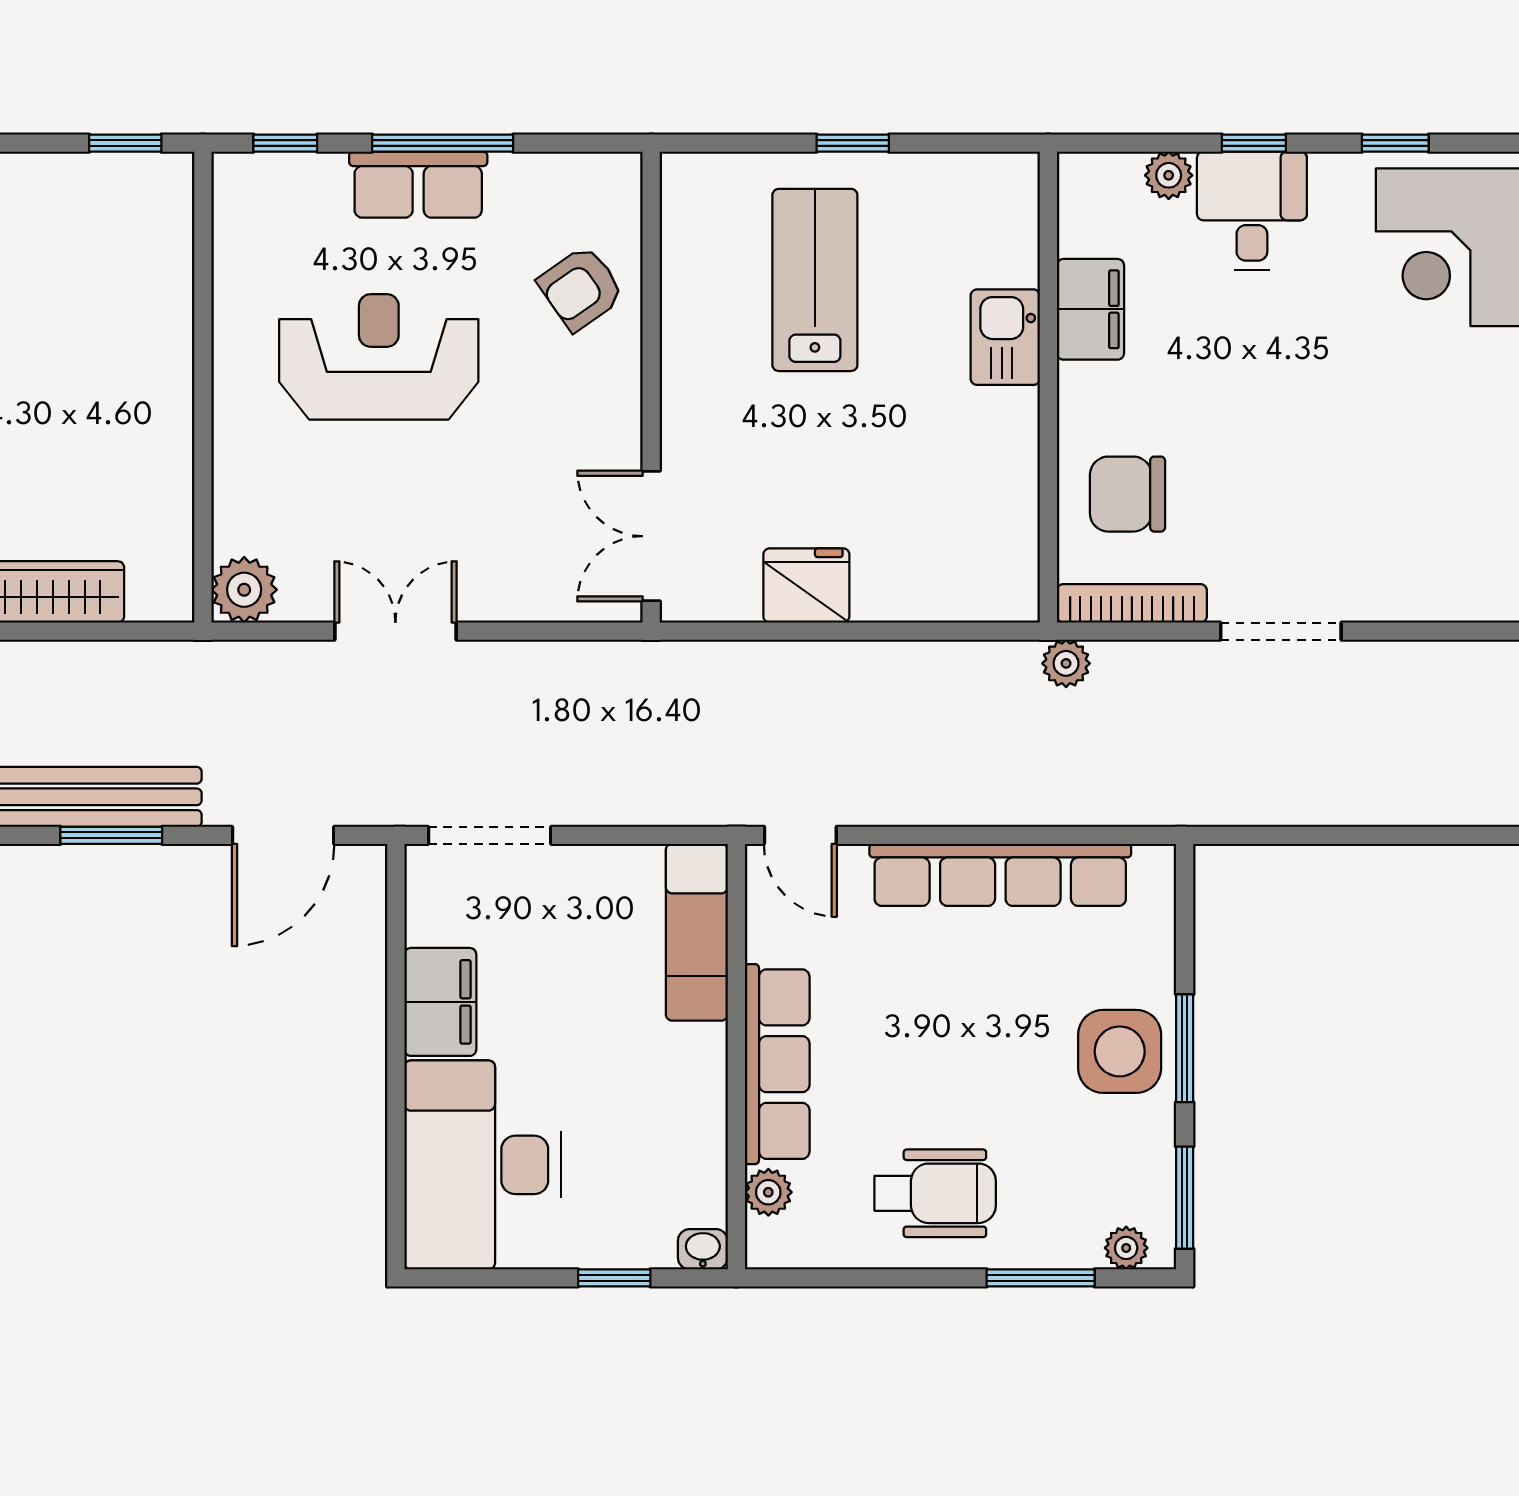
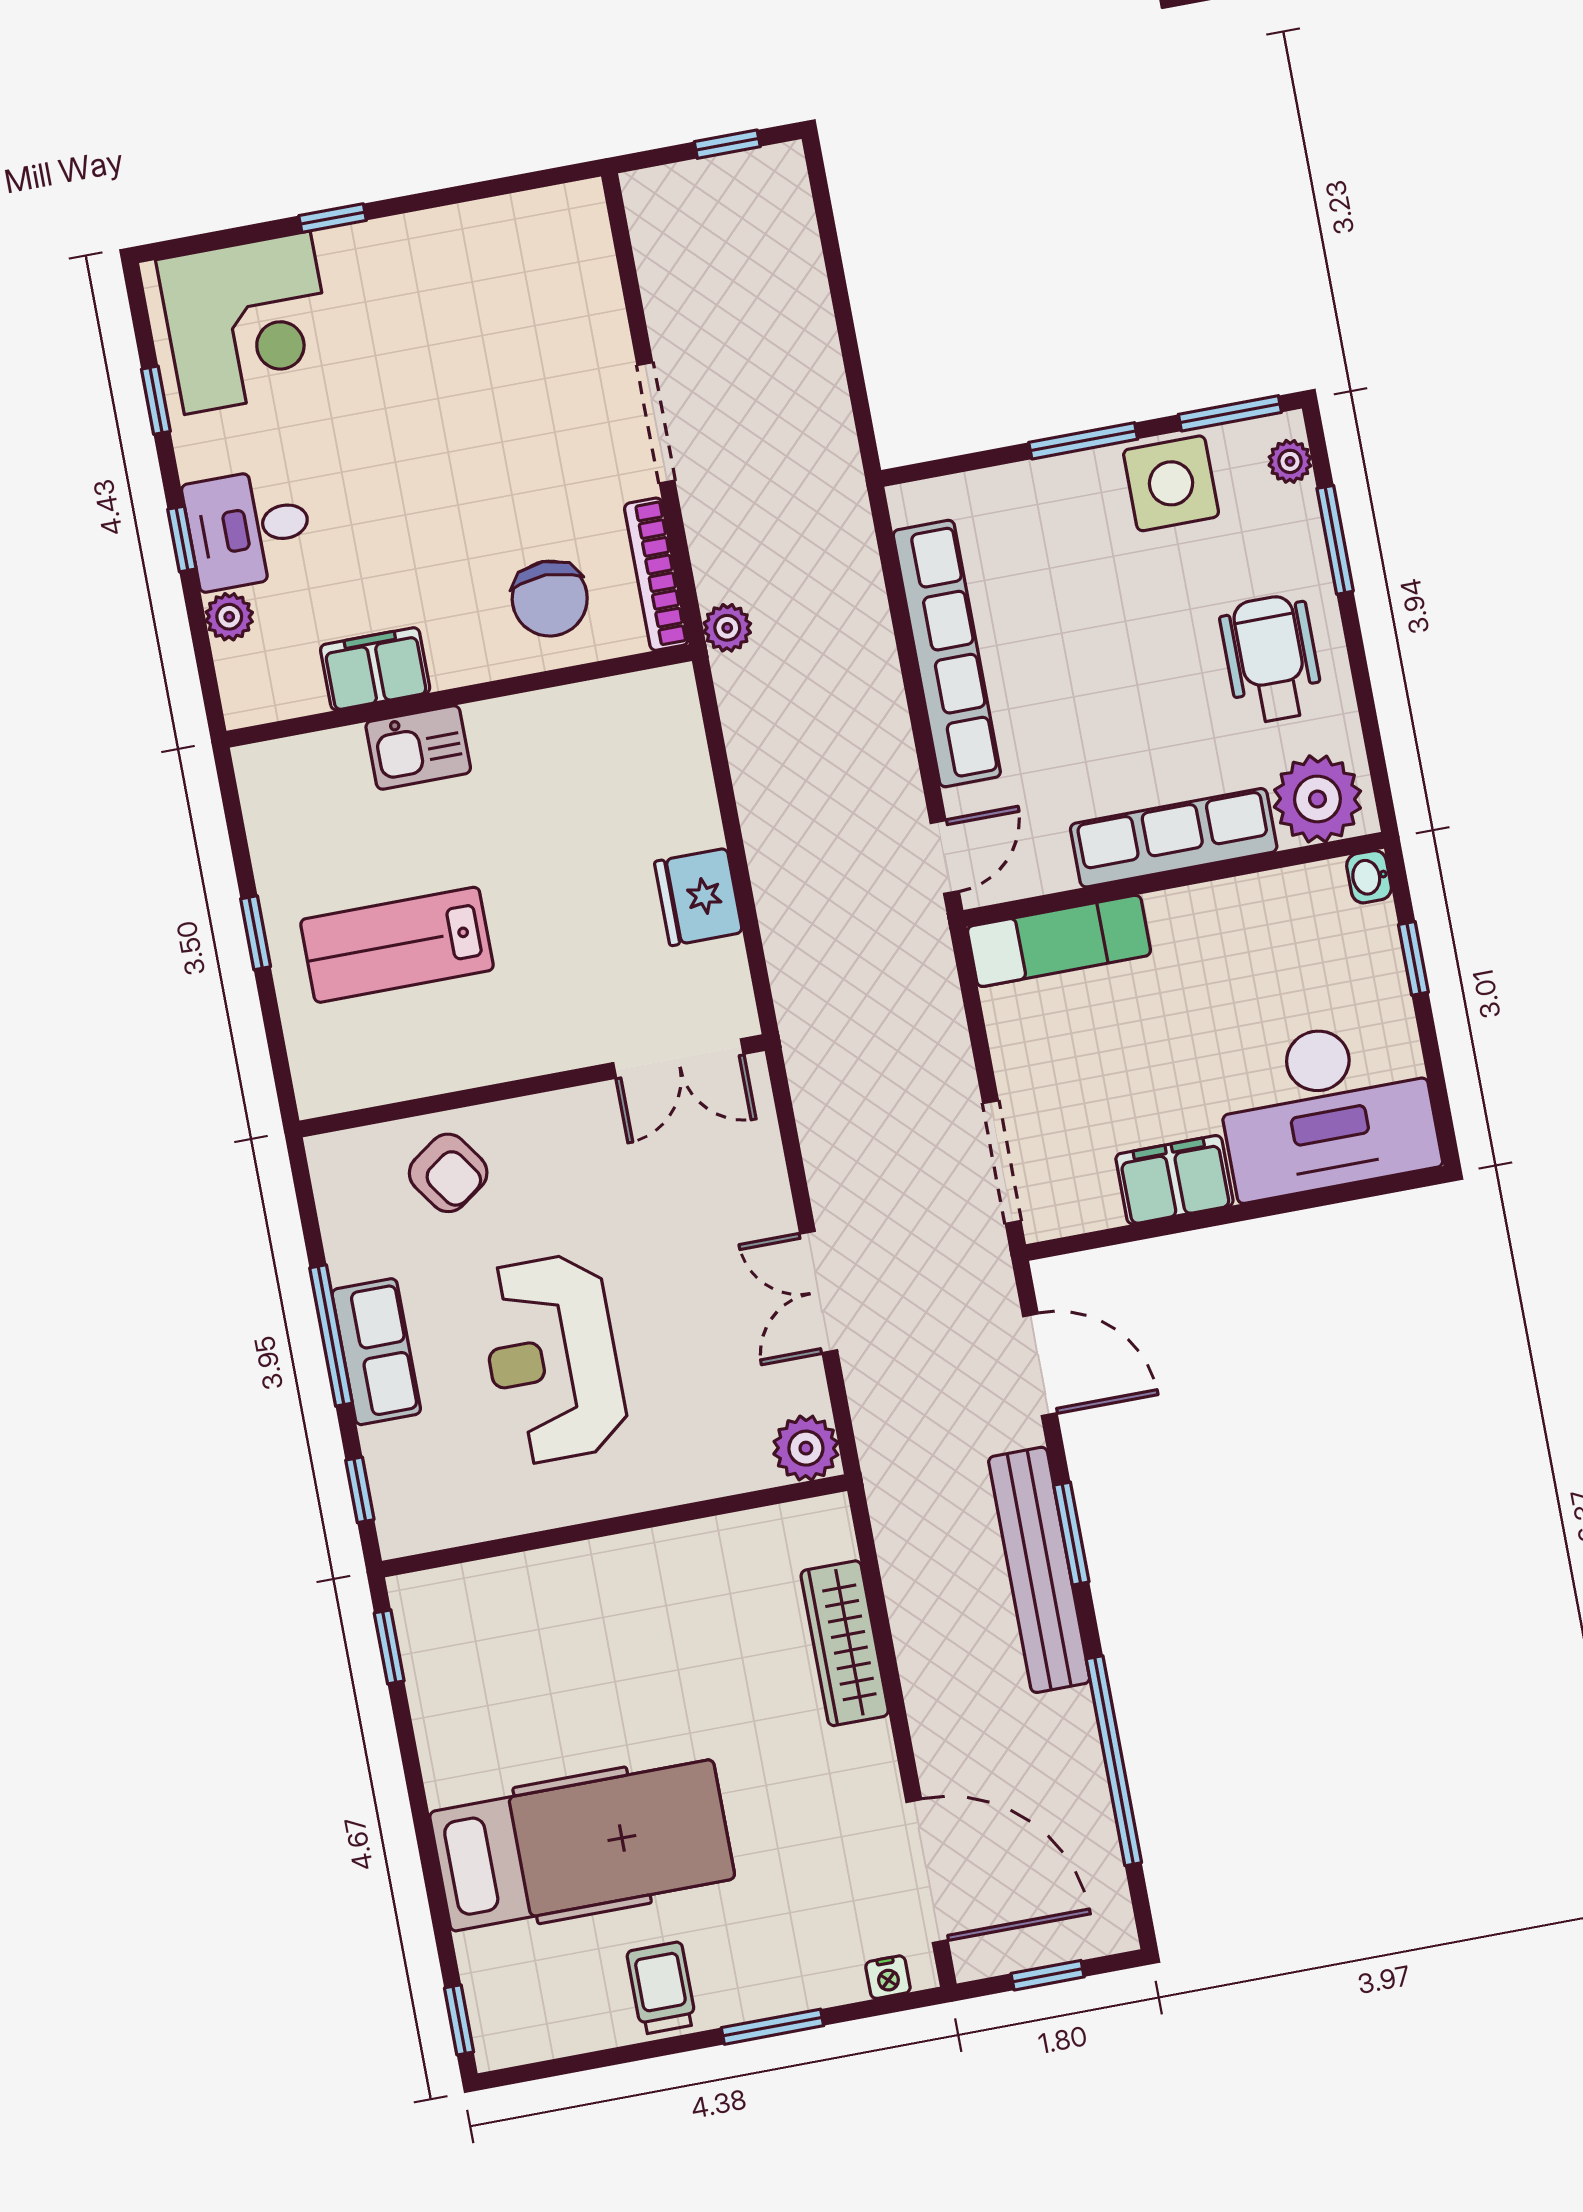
side table: (1120, 1051) -> (1171, 483), moved
plant: (768, 1192) -> (1317, 799), width x1.88, depth x1.88

